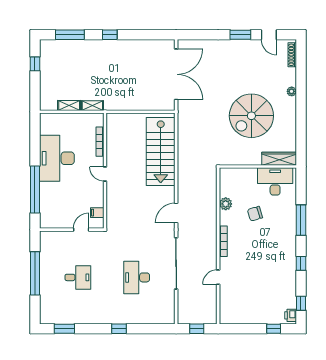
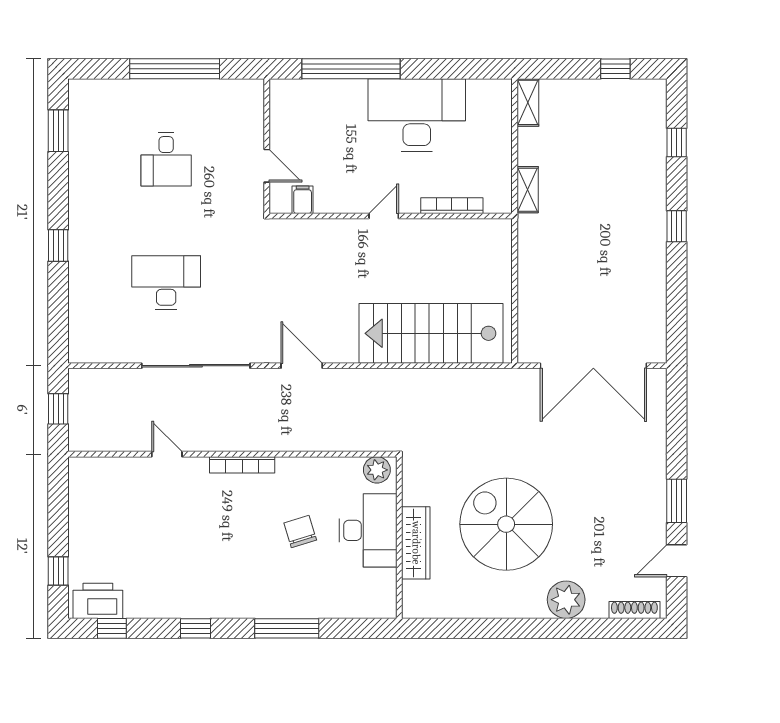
window: (70, 35) -> (677, 142), width x0.46
plant: (292, 91) -> (566, 600), width x1.88, depth x1.88
shelving: (69, 105) -> (528, 102), moved
wardrobe: (279, 159) -> (416, 543), moved
desk: (275, 181) -> (368, 530), moved
plant: (226, 204) -> (377, 470), moved
printer: (291, 315) -> (98, 601), width x1.87, depth x1.48

